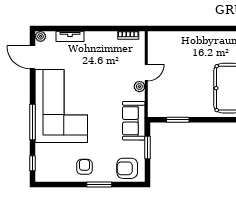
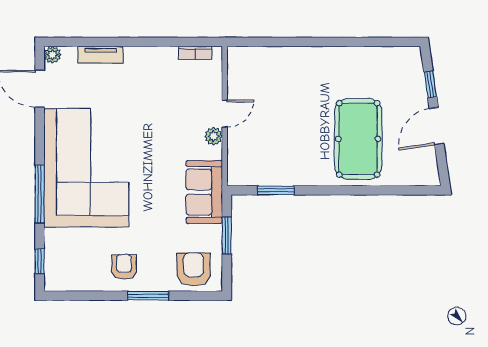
armchair: (127, 168) -> (194, 269), turned 90

